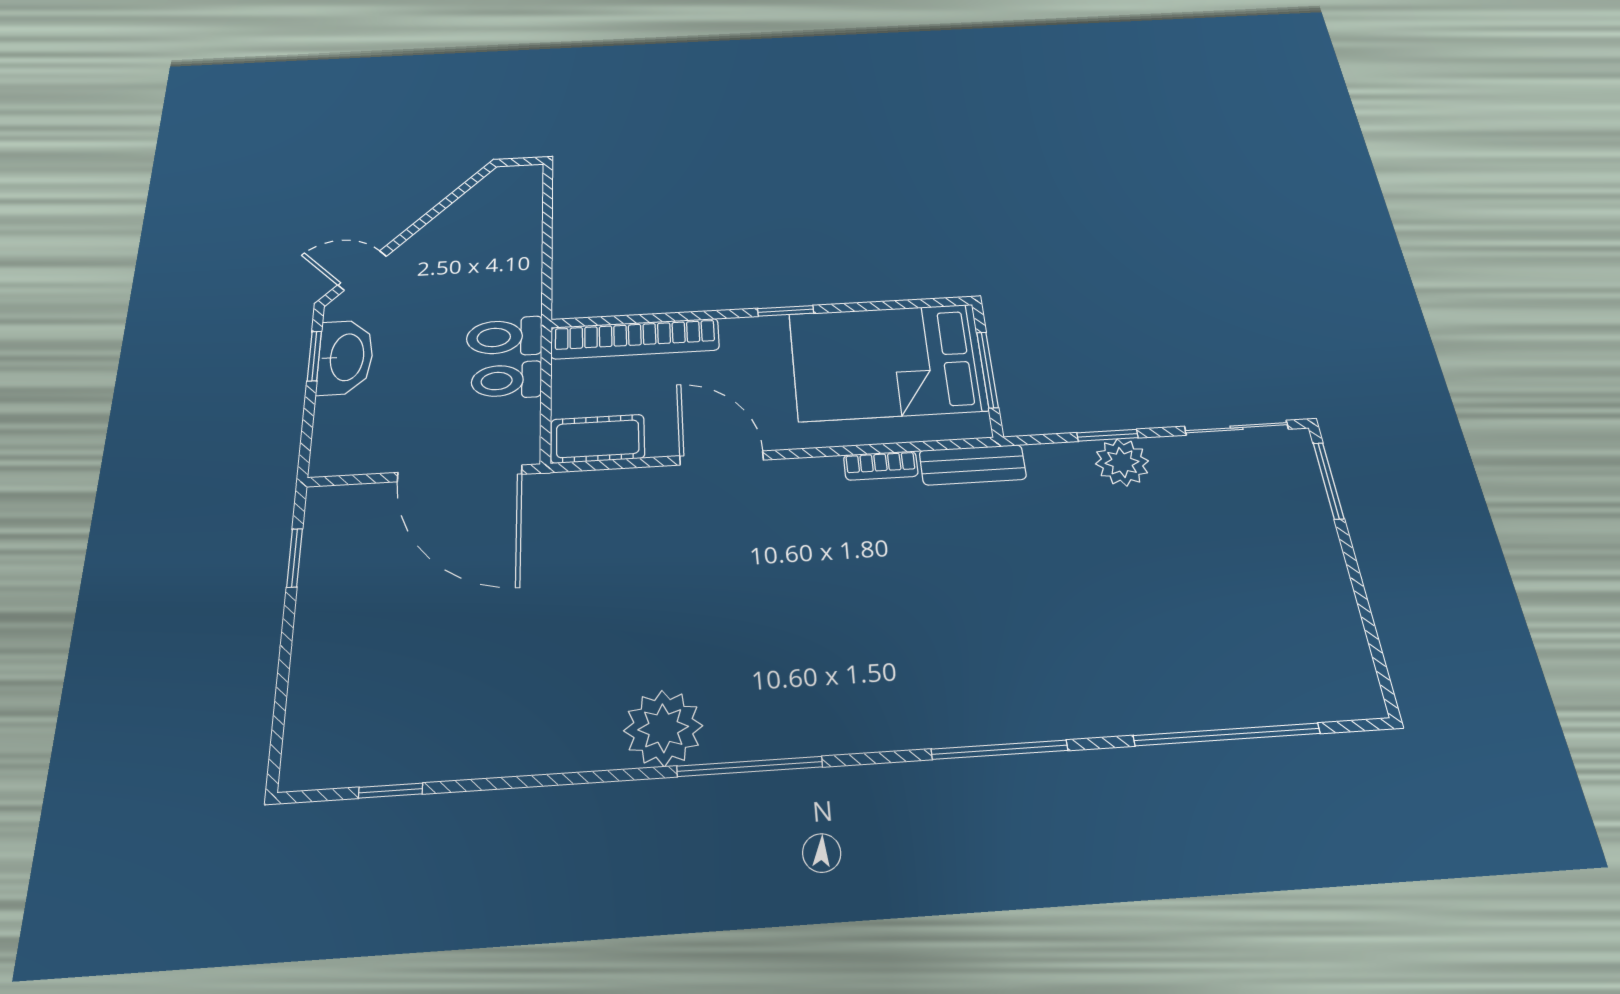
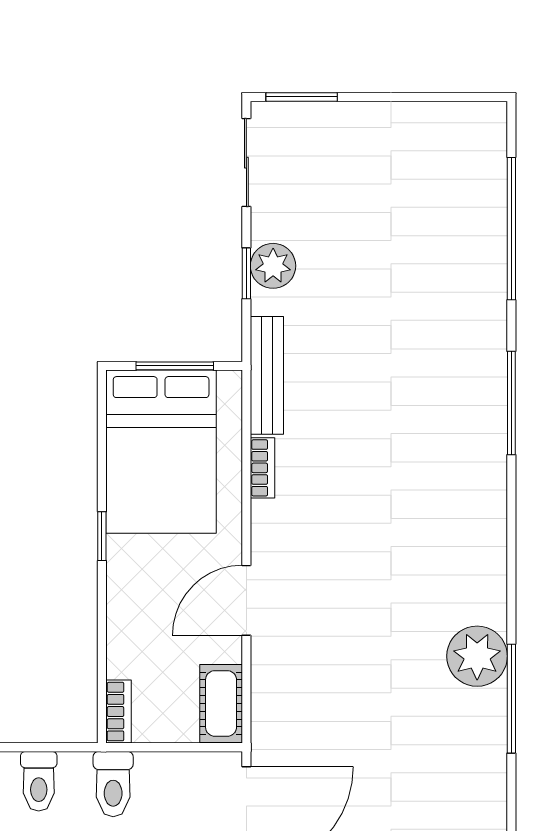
bookcase: (635, 339) -> (119, 712), width x0.43, depth x0.76
toilet: (506, 380) -> (39, 781), moved
bench: (973, 465) -> (267, 375), width x1.36
window: (750, 767) -> (511, 699), moved

